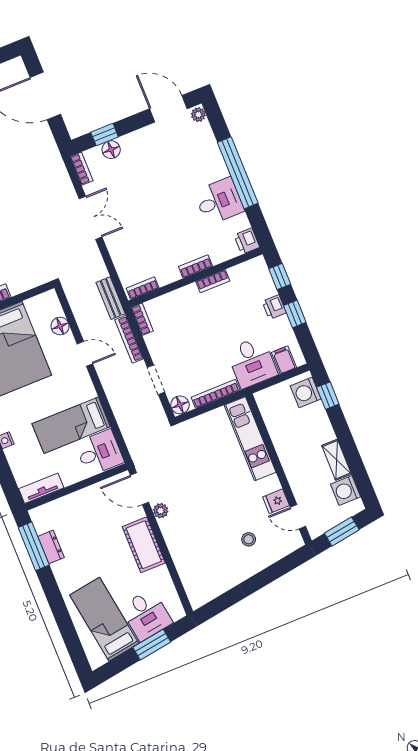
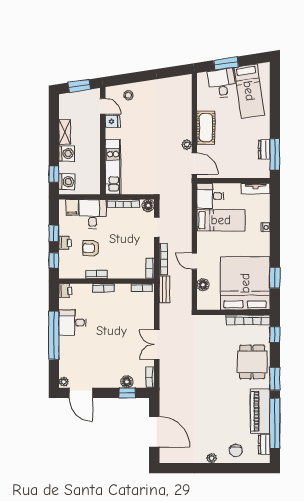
armchair: (235, 314) -> (91, 248), added
washing machine: (346, 491) -> (67, 153), moved
stool: (249, 539) -> (128, 95), moved

